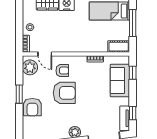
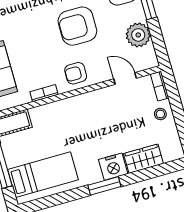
plant: (30, 67) -> (138, 35), moved
armchair: (62, 71) -> (76, 73), moved

